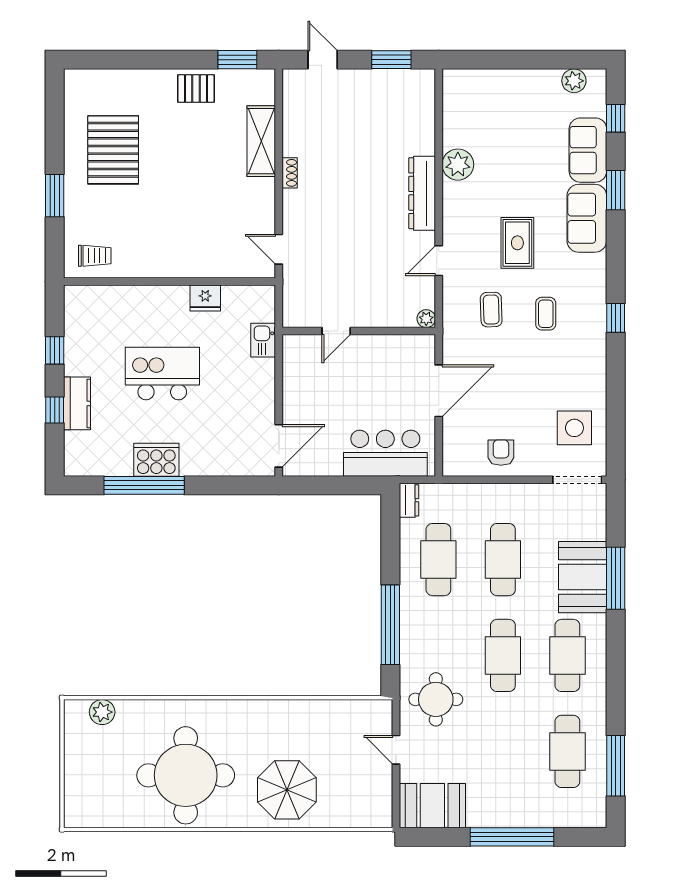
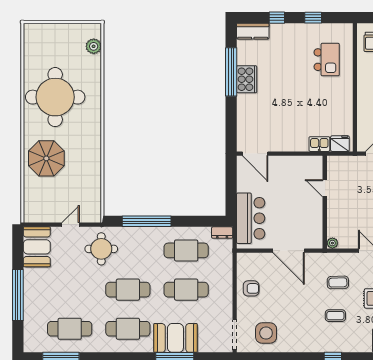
fridge: (205, 298) -> (340, 144), moved, turned 90
kitchen island: (162, 374) -> (327, 60), moved, width x0.73, depth x0.78
kitchen counter: (77, 403) -> (253, 31), moved

